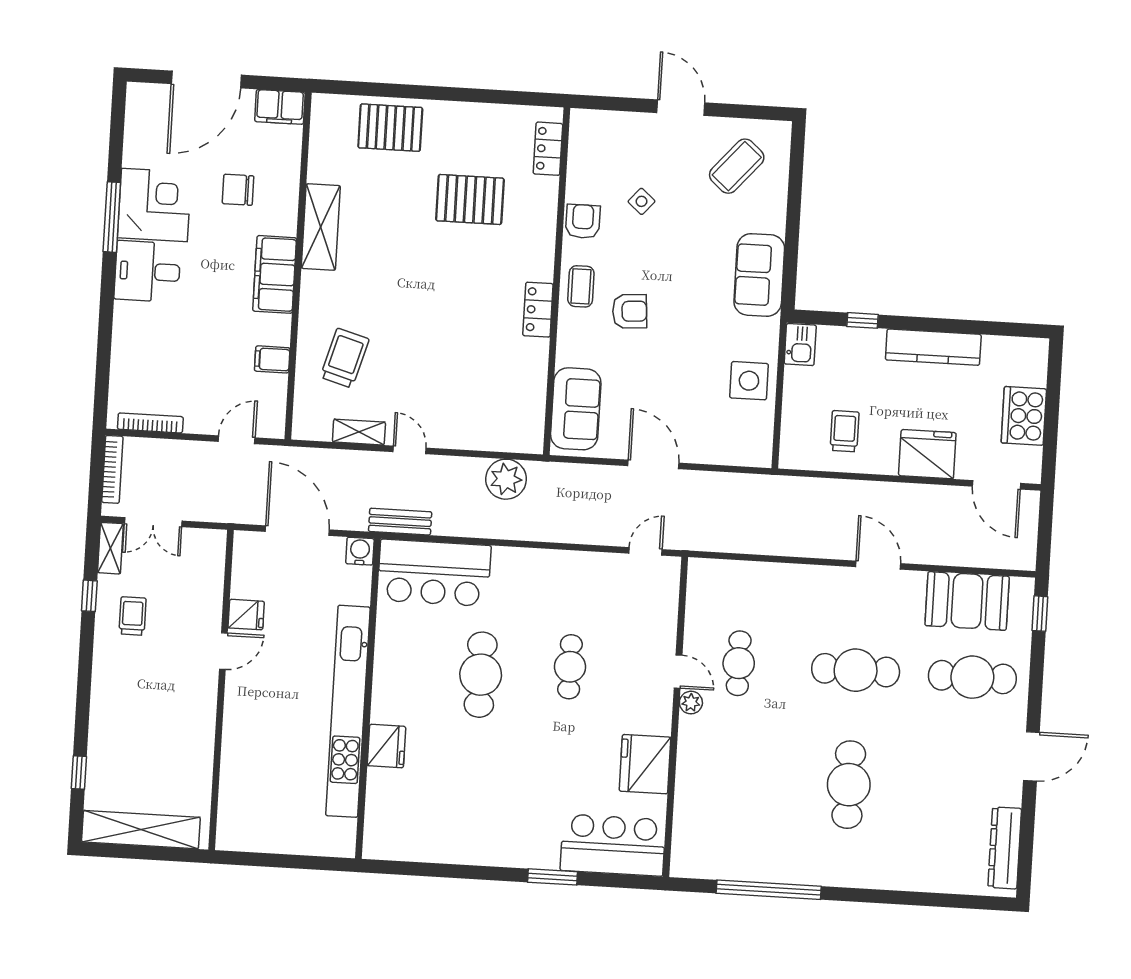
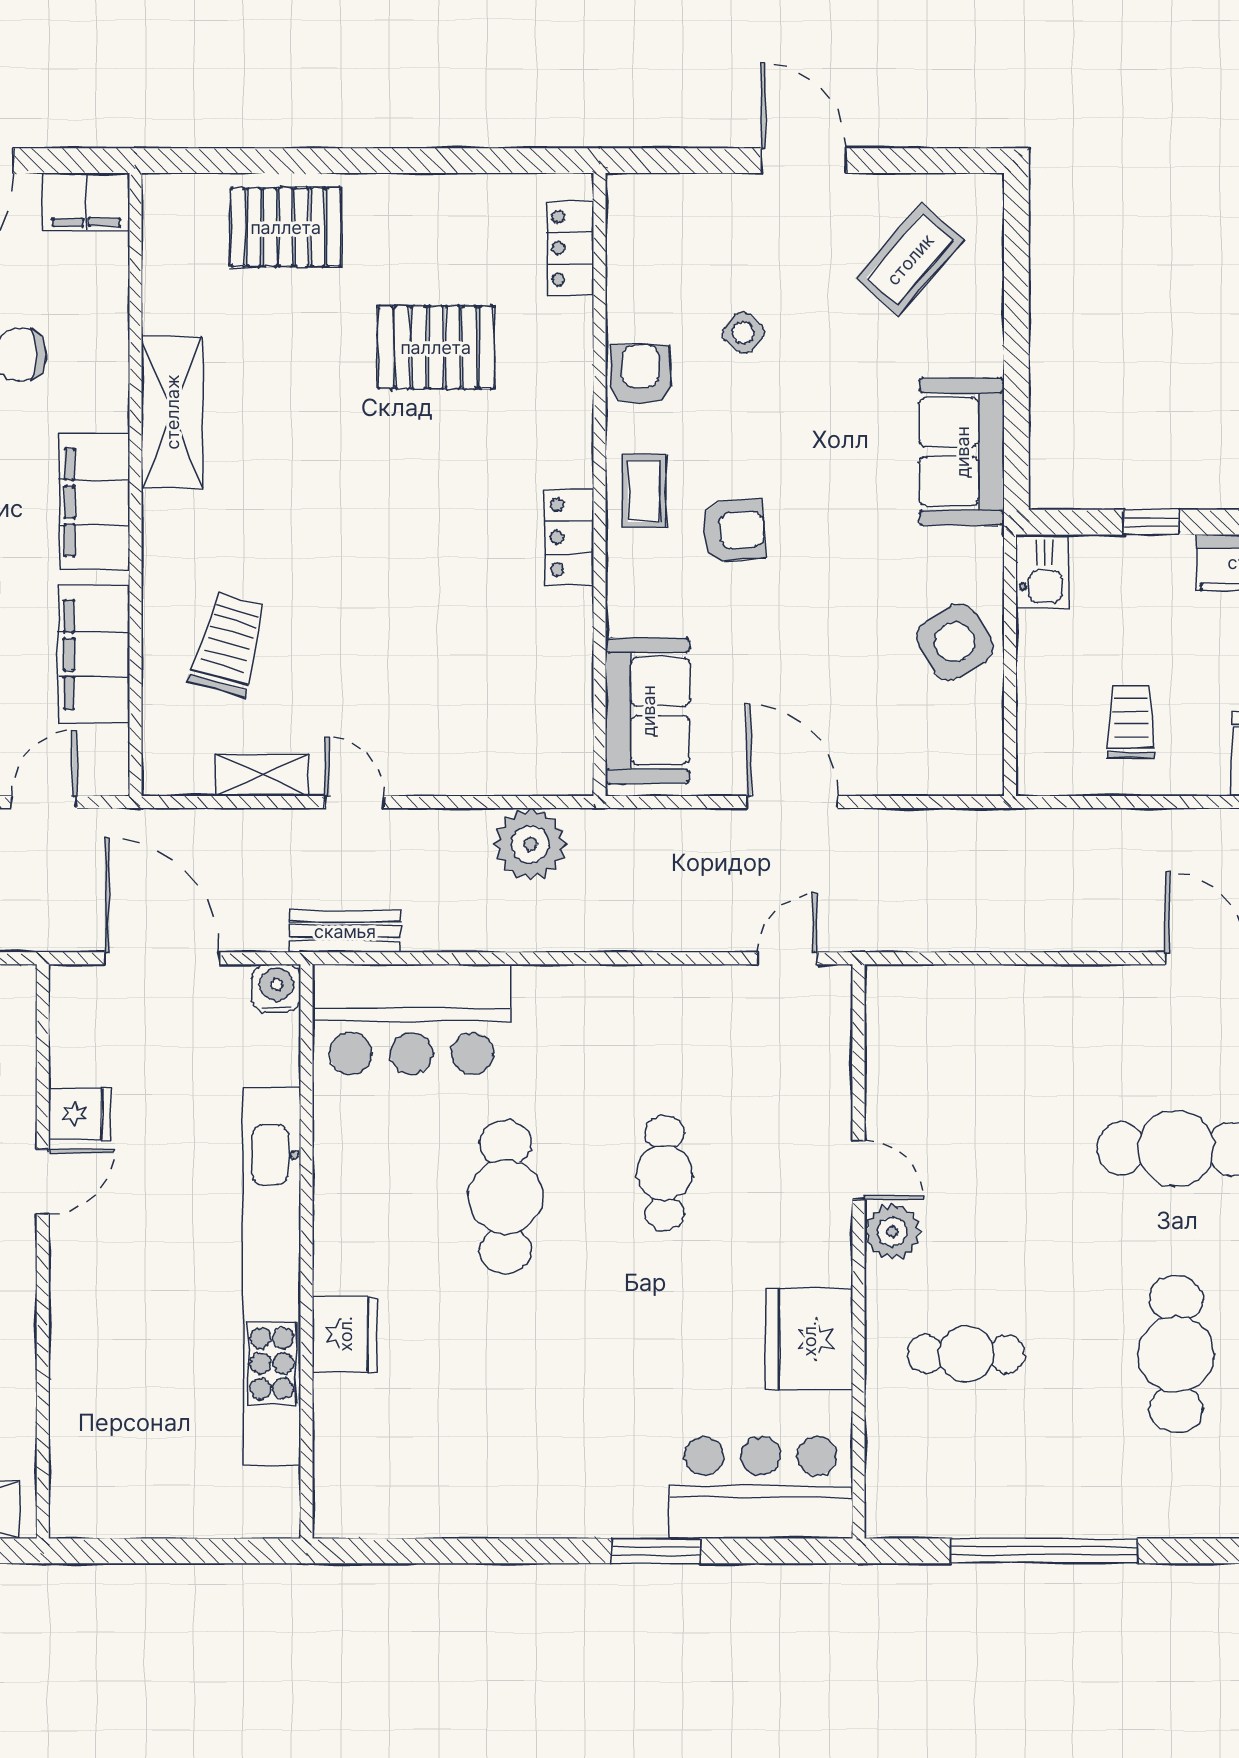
filing cabinet: (272, 359) -> (94, 655), width x3.00, depth x1.17
side table: (749, 381) -> (955, 642), turned -31
cafe table: (739, 663) -> (966, 1354), moved, turned 90
plant: (691, 703) -> (892, 1232), width x1.38, depth x1.38

